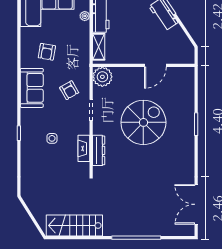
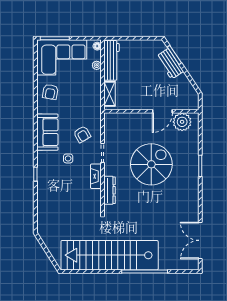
armchair: (47, 52) -> (50, 92), moved
plant: (102, 77) -> (182, 122), moved
side table: (52, 138) -> (68, 158), moved
fireplace: (84, 148) -> (96, 176), moved
stairs: (74, 226) -> (110, 255), width x1.86, depth x1.51

